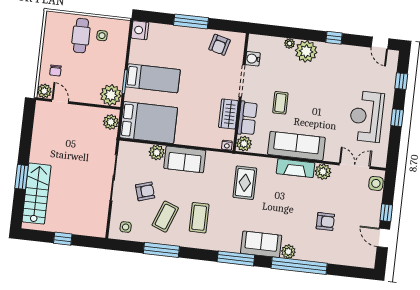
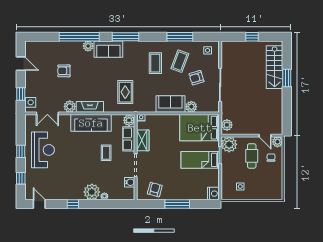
cafe table: (81, 36) -> (252, 156), moved
window: (386, 213) -> (21, 94), moved

